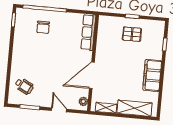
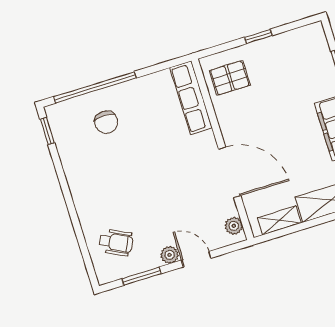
pallet: (132, 34) -> (230, 78), moved
door: (92, 75) -> (230, 172), swing flipped
plant: (47, 103) -> (170, 255), added

